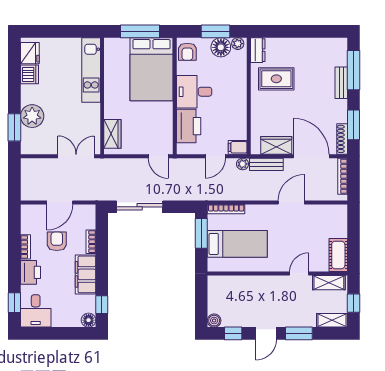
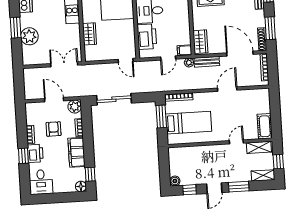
window: (14, 127) -> (16, 28), moved
wardrobe: (112, 134) -> (89, 34), moved
wardrobe: (276, 145) -> (200, 42), moved, turned 90
door: (60, 202) -> (54, 100), swing flipped
plant: (87, 213) -> (75, 107), added
window: (14, 303) -> (23, 156), moved

